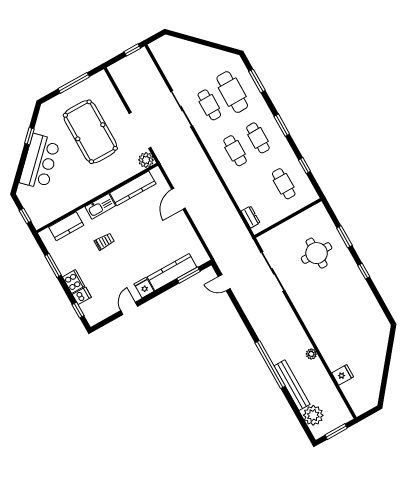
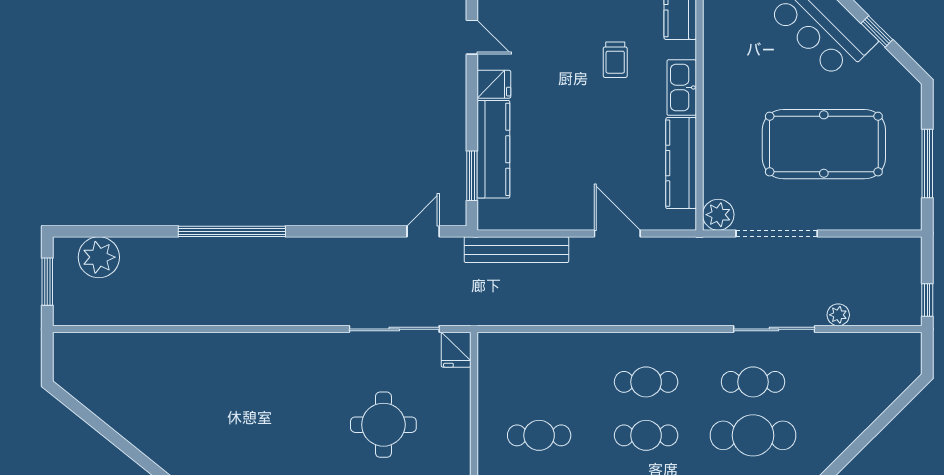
dresser: (251, 217) -> (513, 343), removed
plant: (311, 354) -> (838, 315), moved
fridge: (343, 375) -> (456, 350), moved
bench: (292, 385) -> (516, 250), moved

